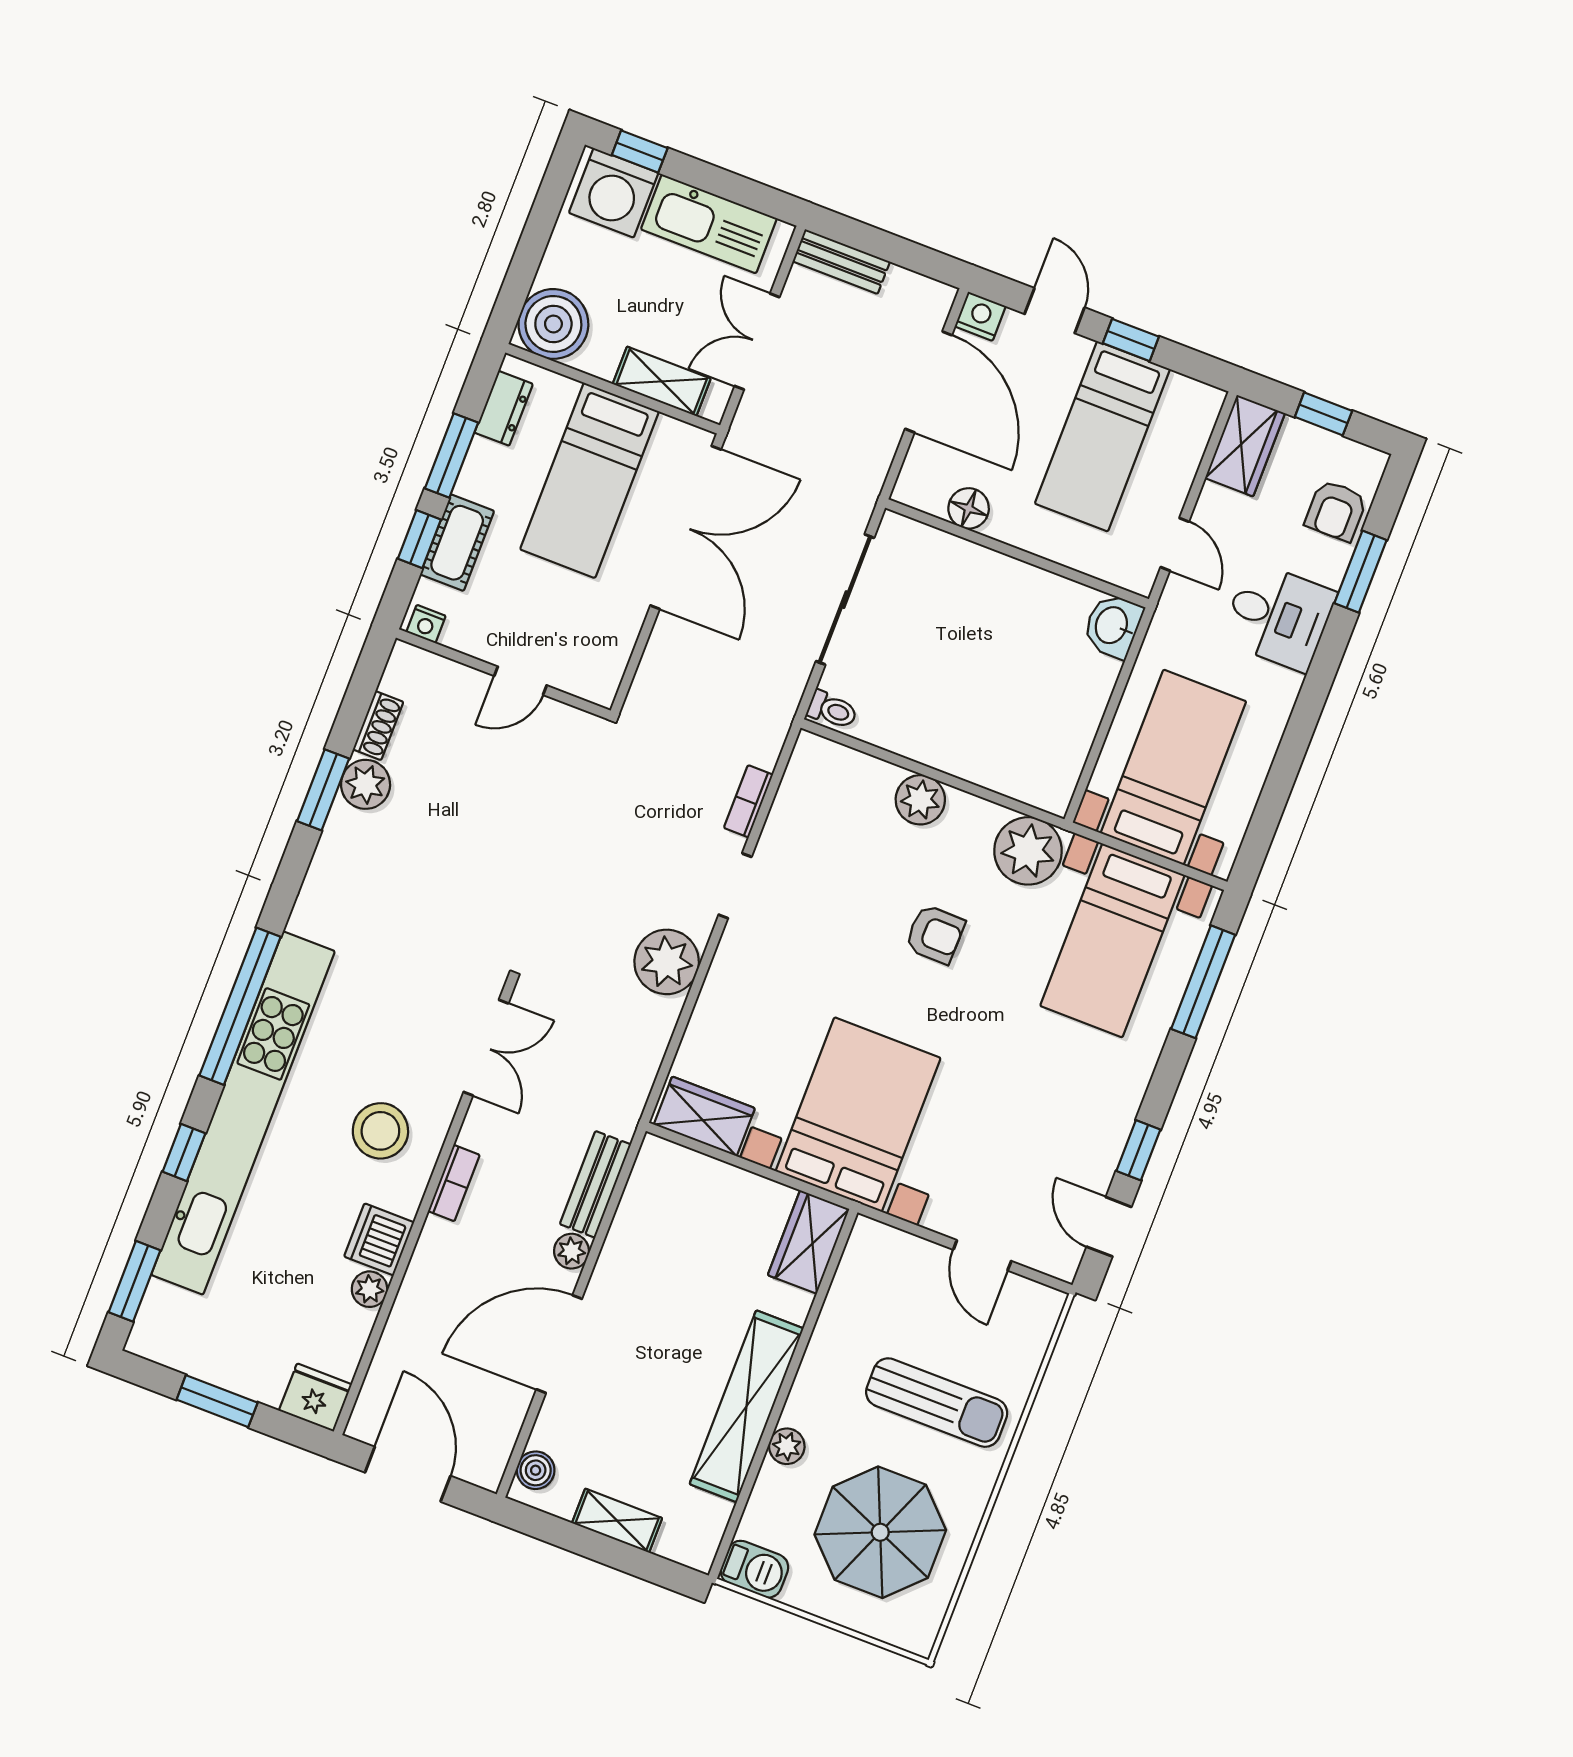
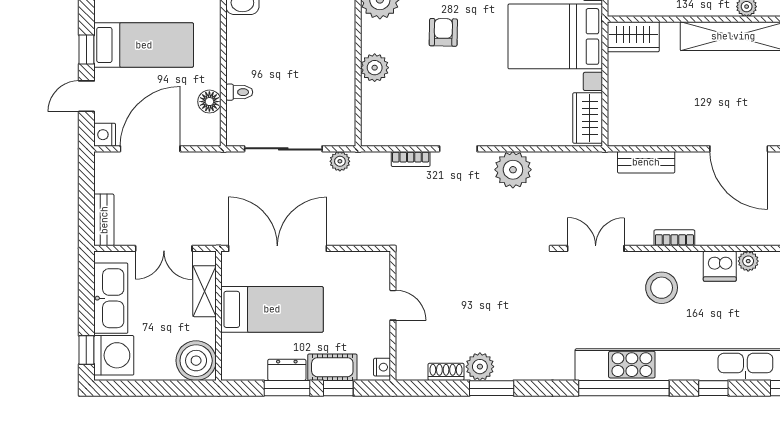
dresser: (504, 408) -> (287, 370), moved
toilet: (832, 710) -> (239, 92), moved, turned 90
plant: (571, 1251) -> (340, 161), moved

